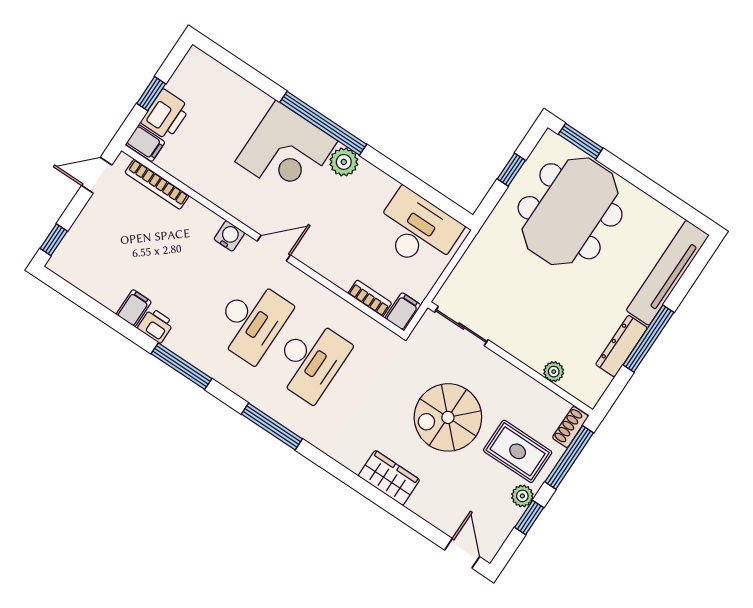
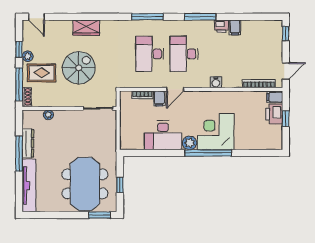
desk: (417, 230) -> (163, 135), moved
door: (274, 248) -> (175, 89), moved
filing cabinet: (403, 312) -> (159, 98), moved

